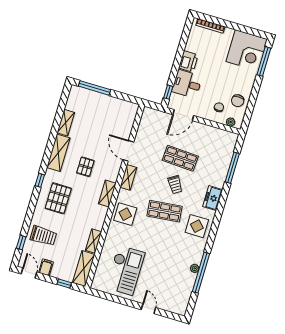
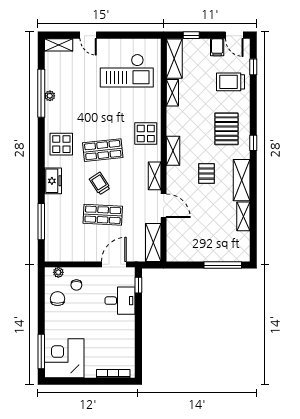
printer: (188, 61) -> (126, 326), removed
shelving: (146, 123) -> (153, 242), added
checkout: (125, 270) -> (127, 71), turned -90
shelving: (175, 308) -> (59, 45), added

